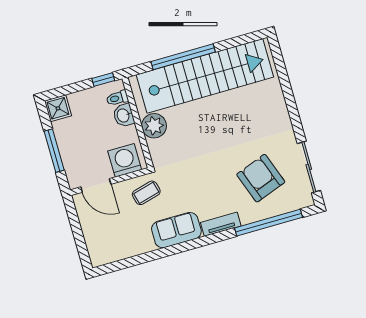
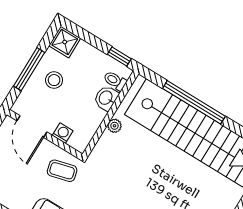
plant: (154, 126) -> (114, 126), width x0.53, depth x0.53
stool: (78, 140) -> (54, 80), added
washing machine: (125, 160) -> (63, 133), width x0.53, depth x0.53

